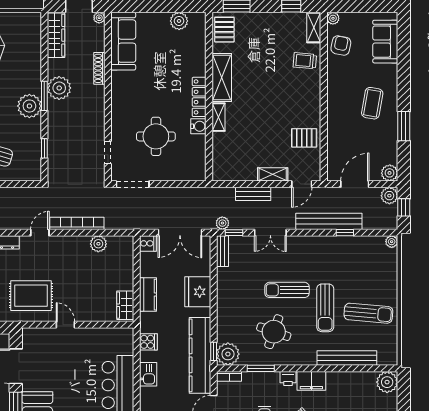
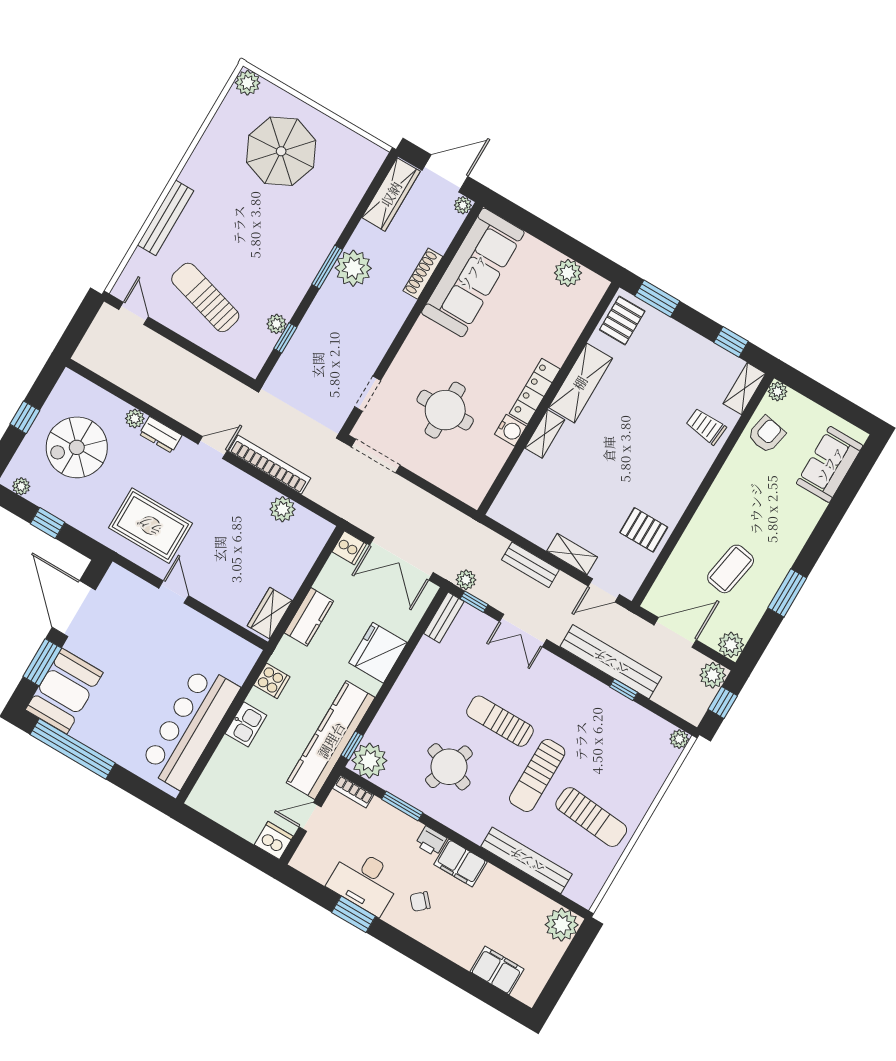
sofa: (123, 41) -> (473, 272), width x1.36, depth x1.27
coffee table: (372, 103) -> (731, 569), moved
plant: (29, 106) -> (276, 324), moved, width x0.53, depth x0.53

